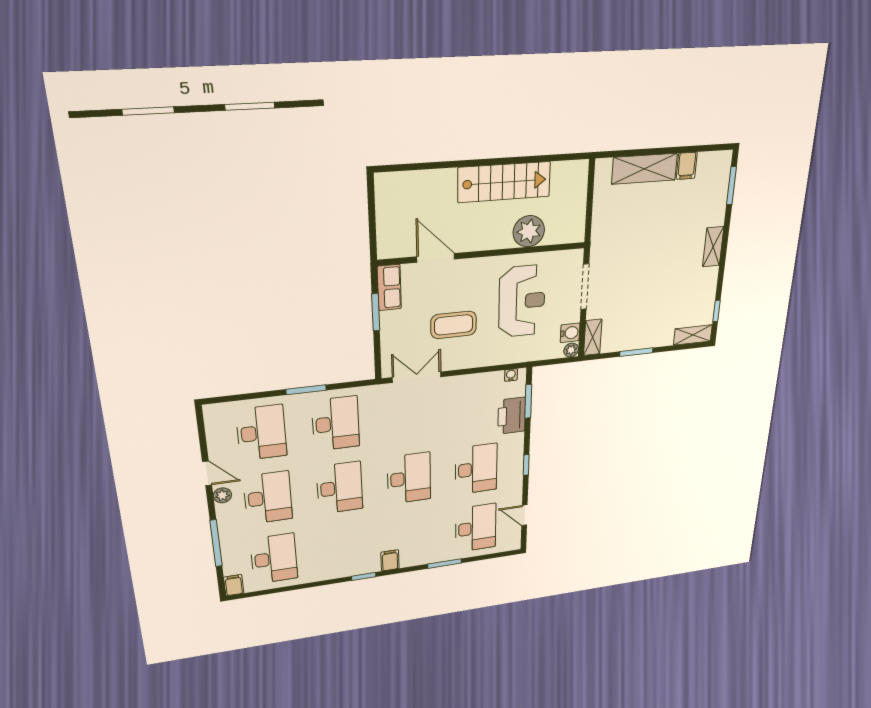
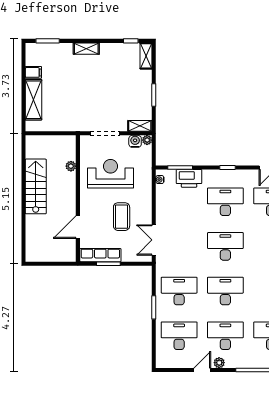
plant: (529, 231) -> (71, 166), width x0.53, depth x0.53
row of seats: (389, 288) -> (100, 255), width x1.48

